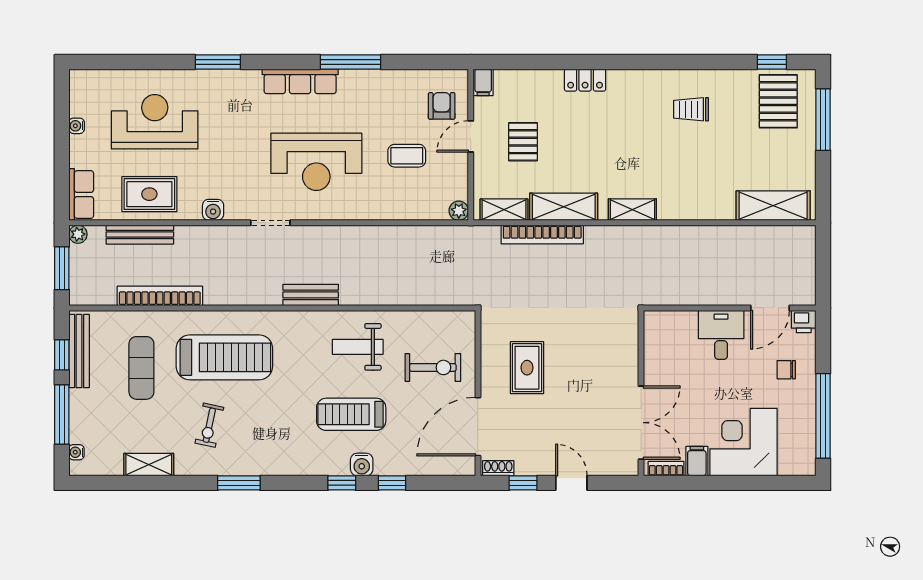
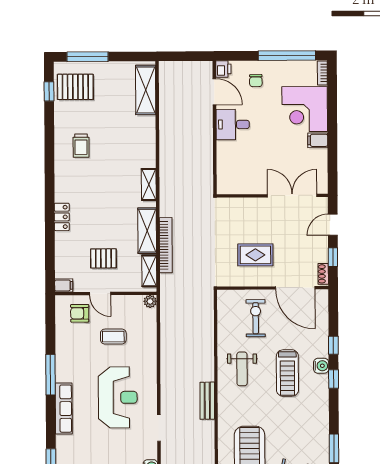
coffee table: (407, 156) -> (113, 337), turned 90
wall: (641, 393) -> (272, 196), moved
double door: (641, 423) -> (292, 196), moved
bookcase: (666, 469) -> (322, 73), moved

